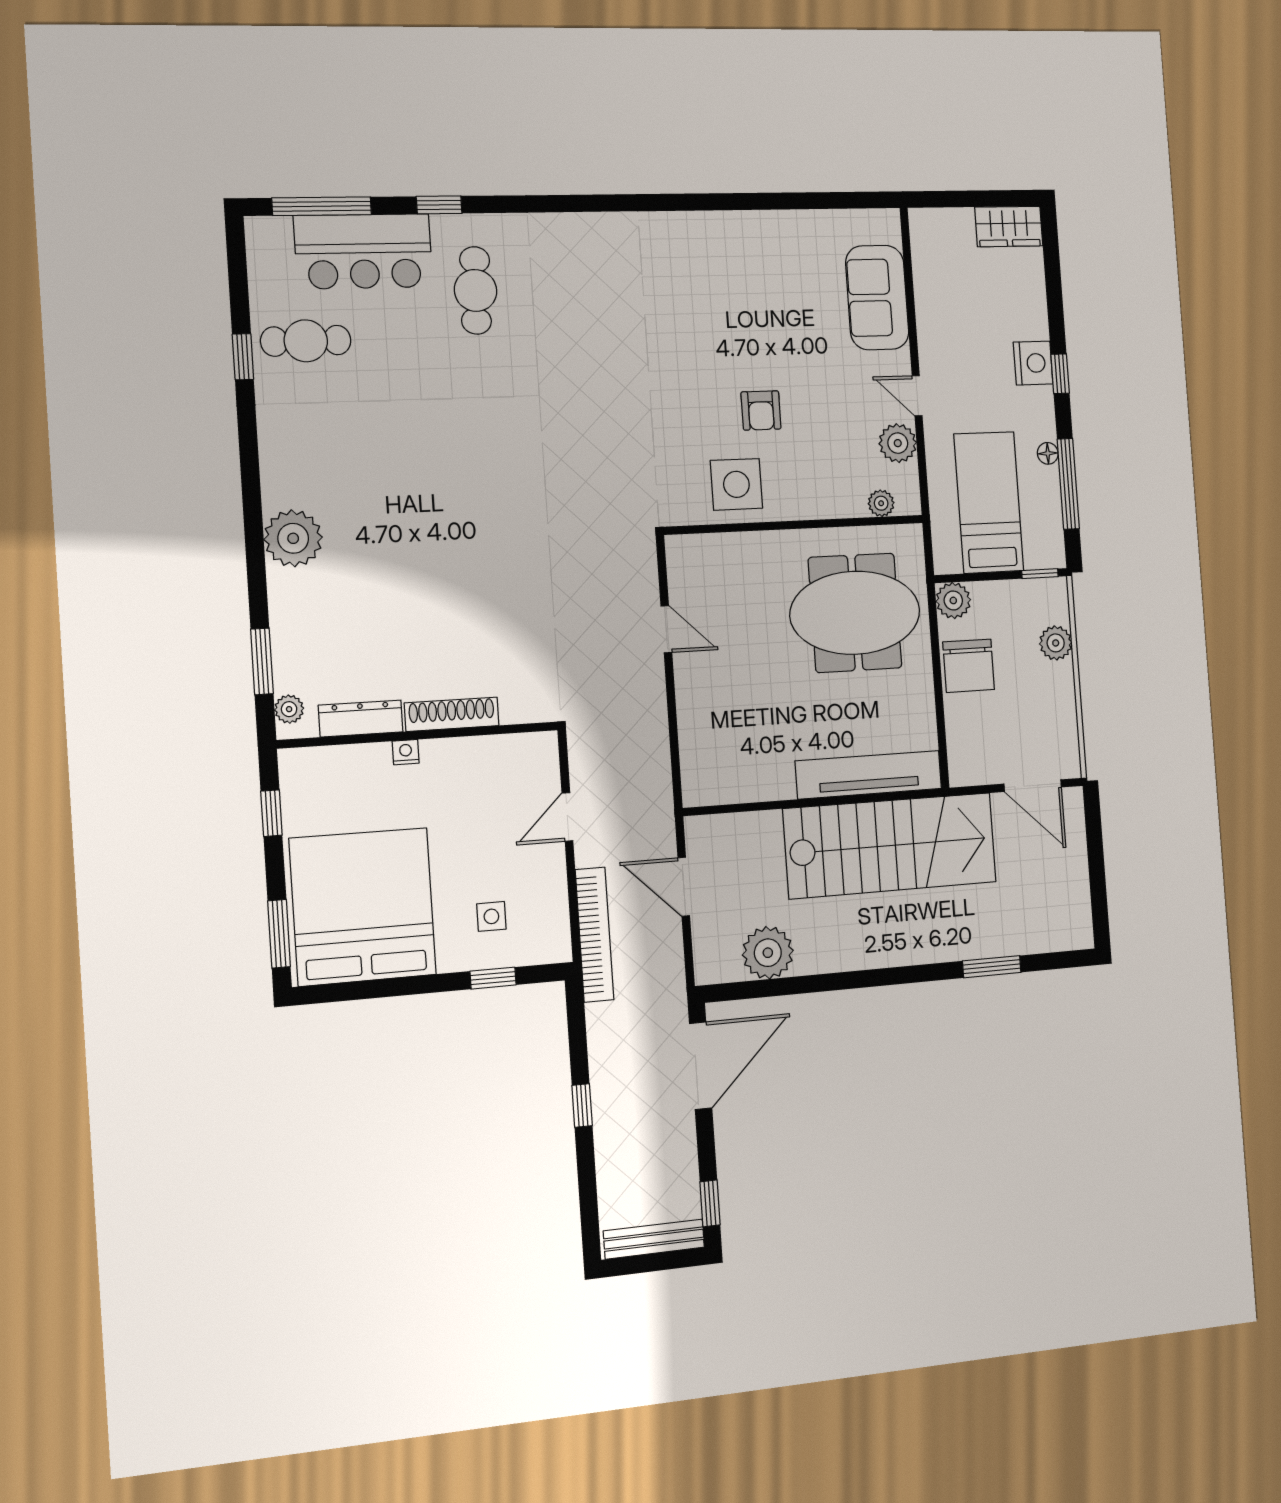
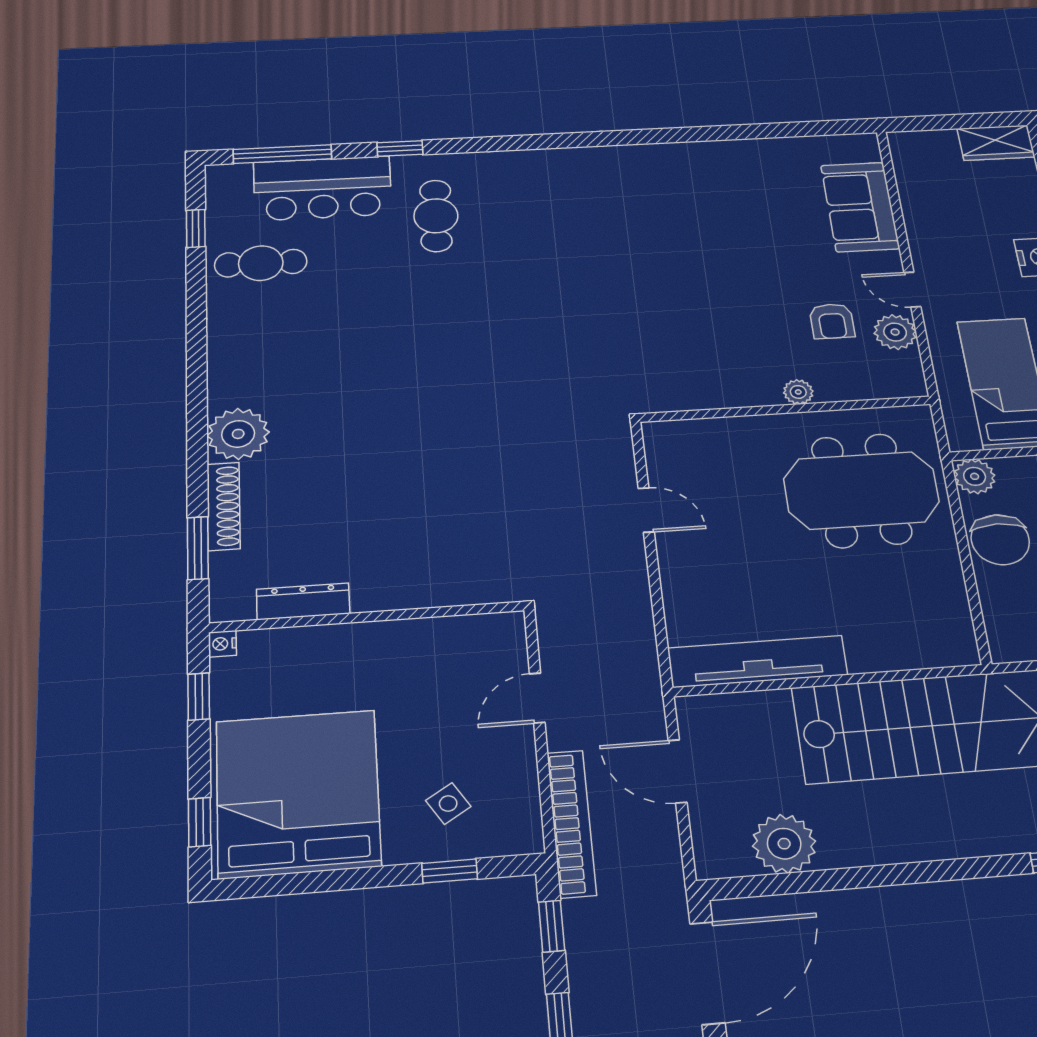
window: (243, 357) -> (196, 228), moved
armchair: (761, 410) -> (832, 321), moved
side table: (736, 484) -> (718, 374), removed
plant: (881, 503) -> (798, 392), moved
plant: (289, 709) -> (224, 593), removed
shoe rack: (452, 714) -> (224, 506), moved, turned 90
nightstand: (406, 752) -> (222, 644), moved, turned -90
tv unit: (869, 775) -> (758, 661), moved
side table: (491, 916) -> (448, 803), turned -32
window: (279, 934) -> (199, 822), width x0.67
window: (577, 1027) -> (552, 926), added

